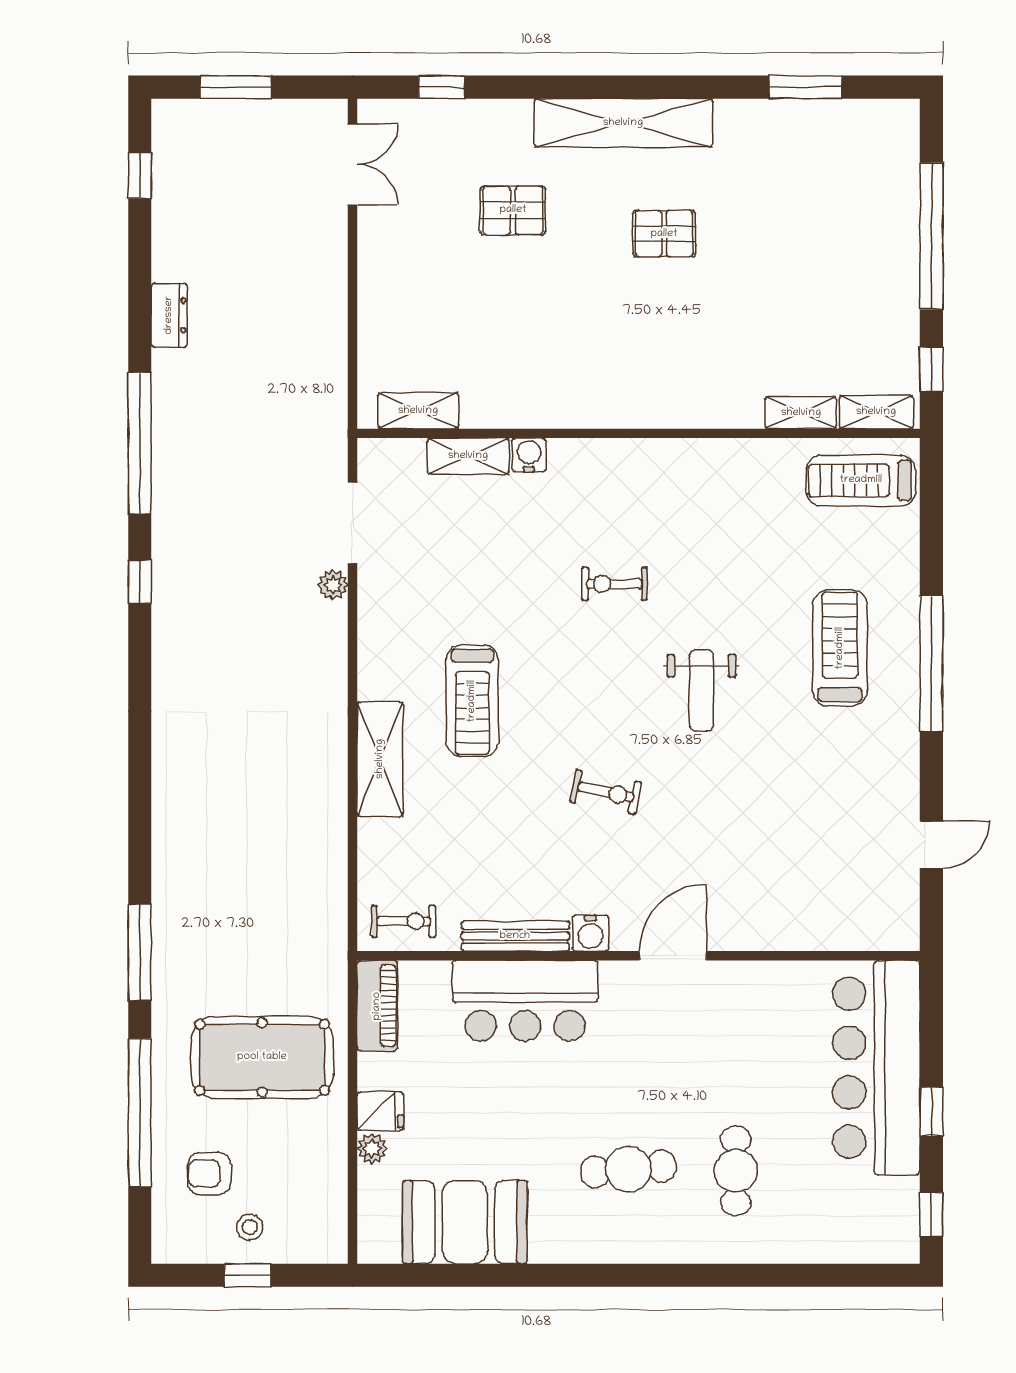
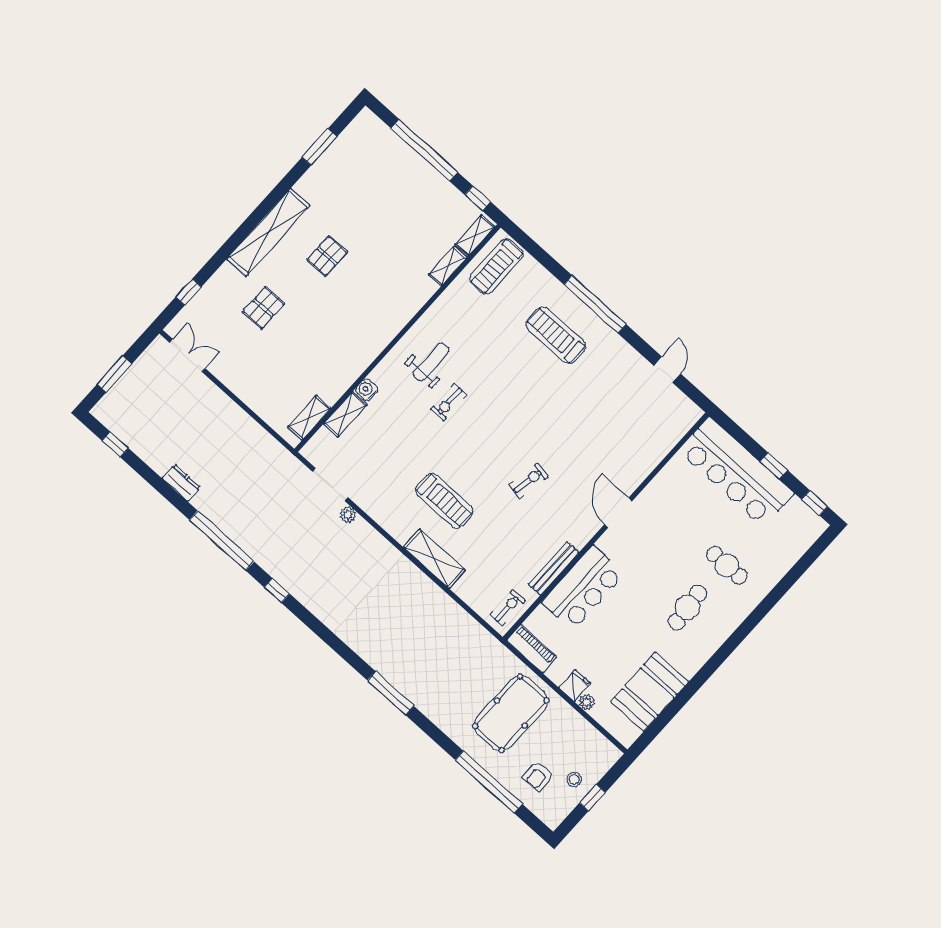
weight bench: (701, 690) -> (431, 362), moved, turned -90
water cooler: (591, 933) -> (580, 537), removed
window: (140, 952) -> (391, 693), moved

